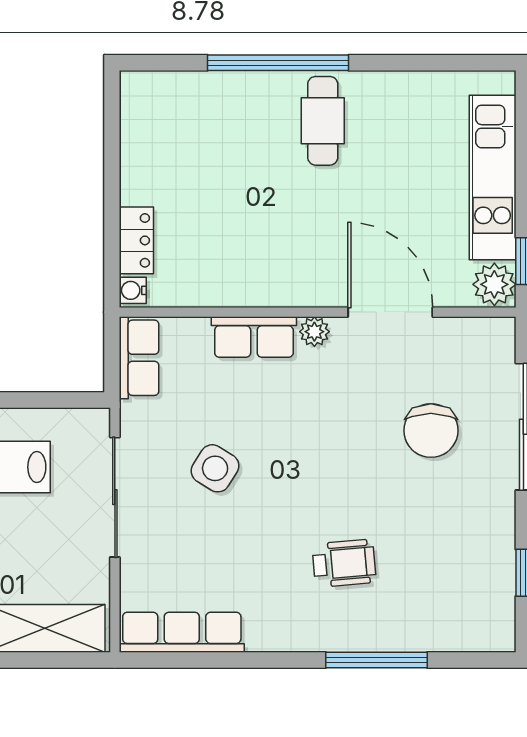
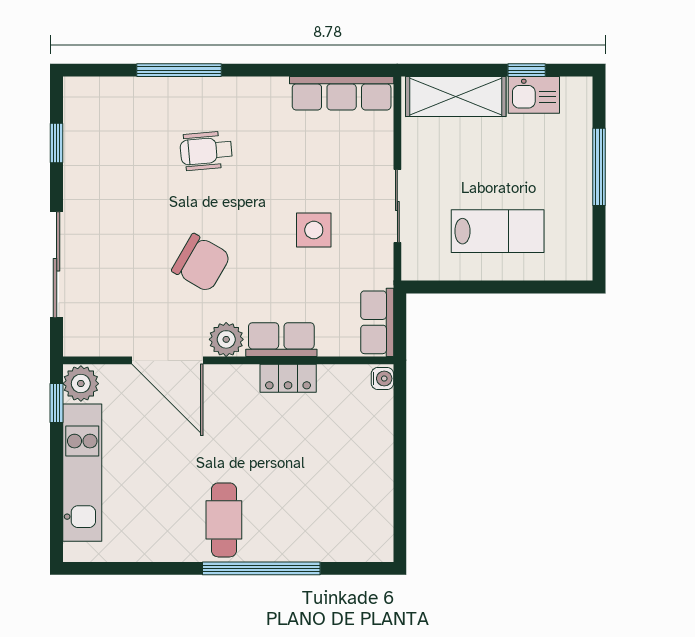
locker: (136, 240) -> (288, 378), moved, turned -90
plant: (314, 332) -> (226, 339), width x1.38, depth x1.38
chair: (431, 431) -> (201, 263), moved, turned 120
side table: (215, 468) -> (314, 230), turned -32
sliding door: (115, 497) -> (397, 206), width x0.73

